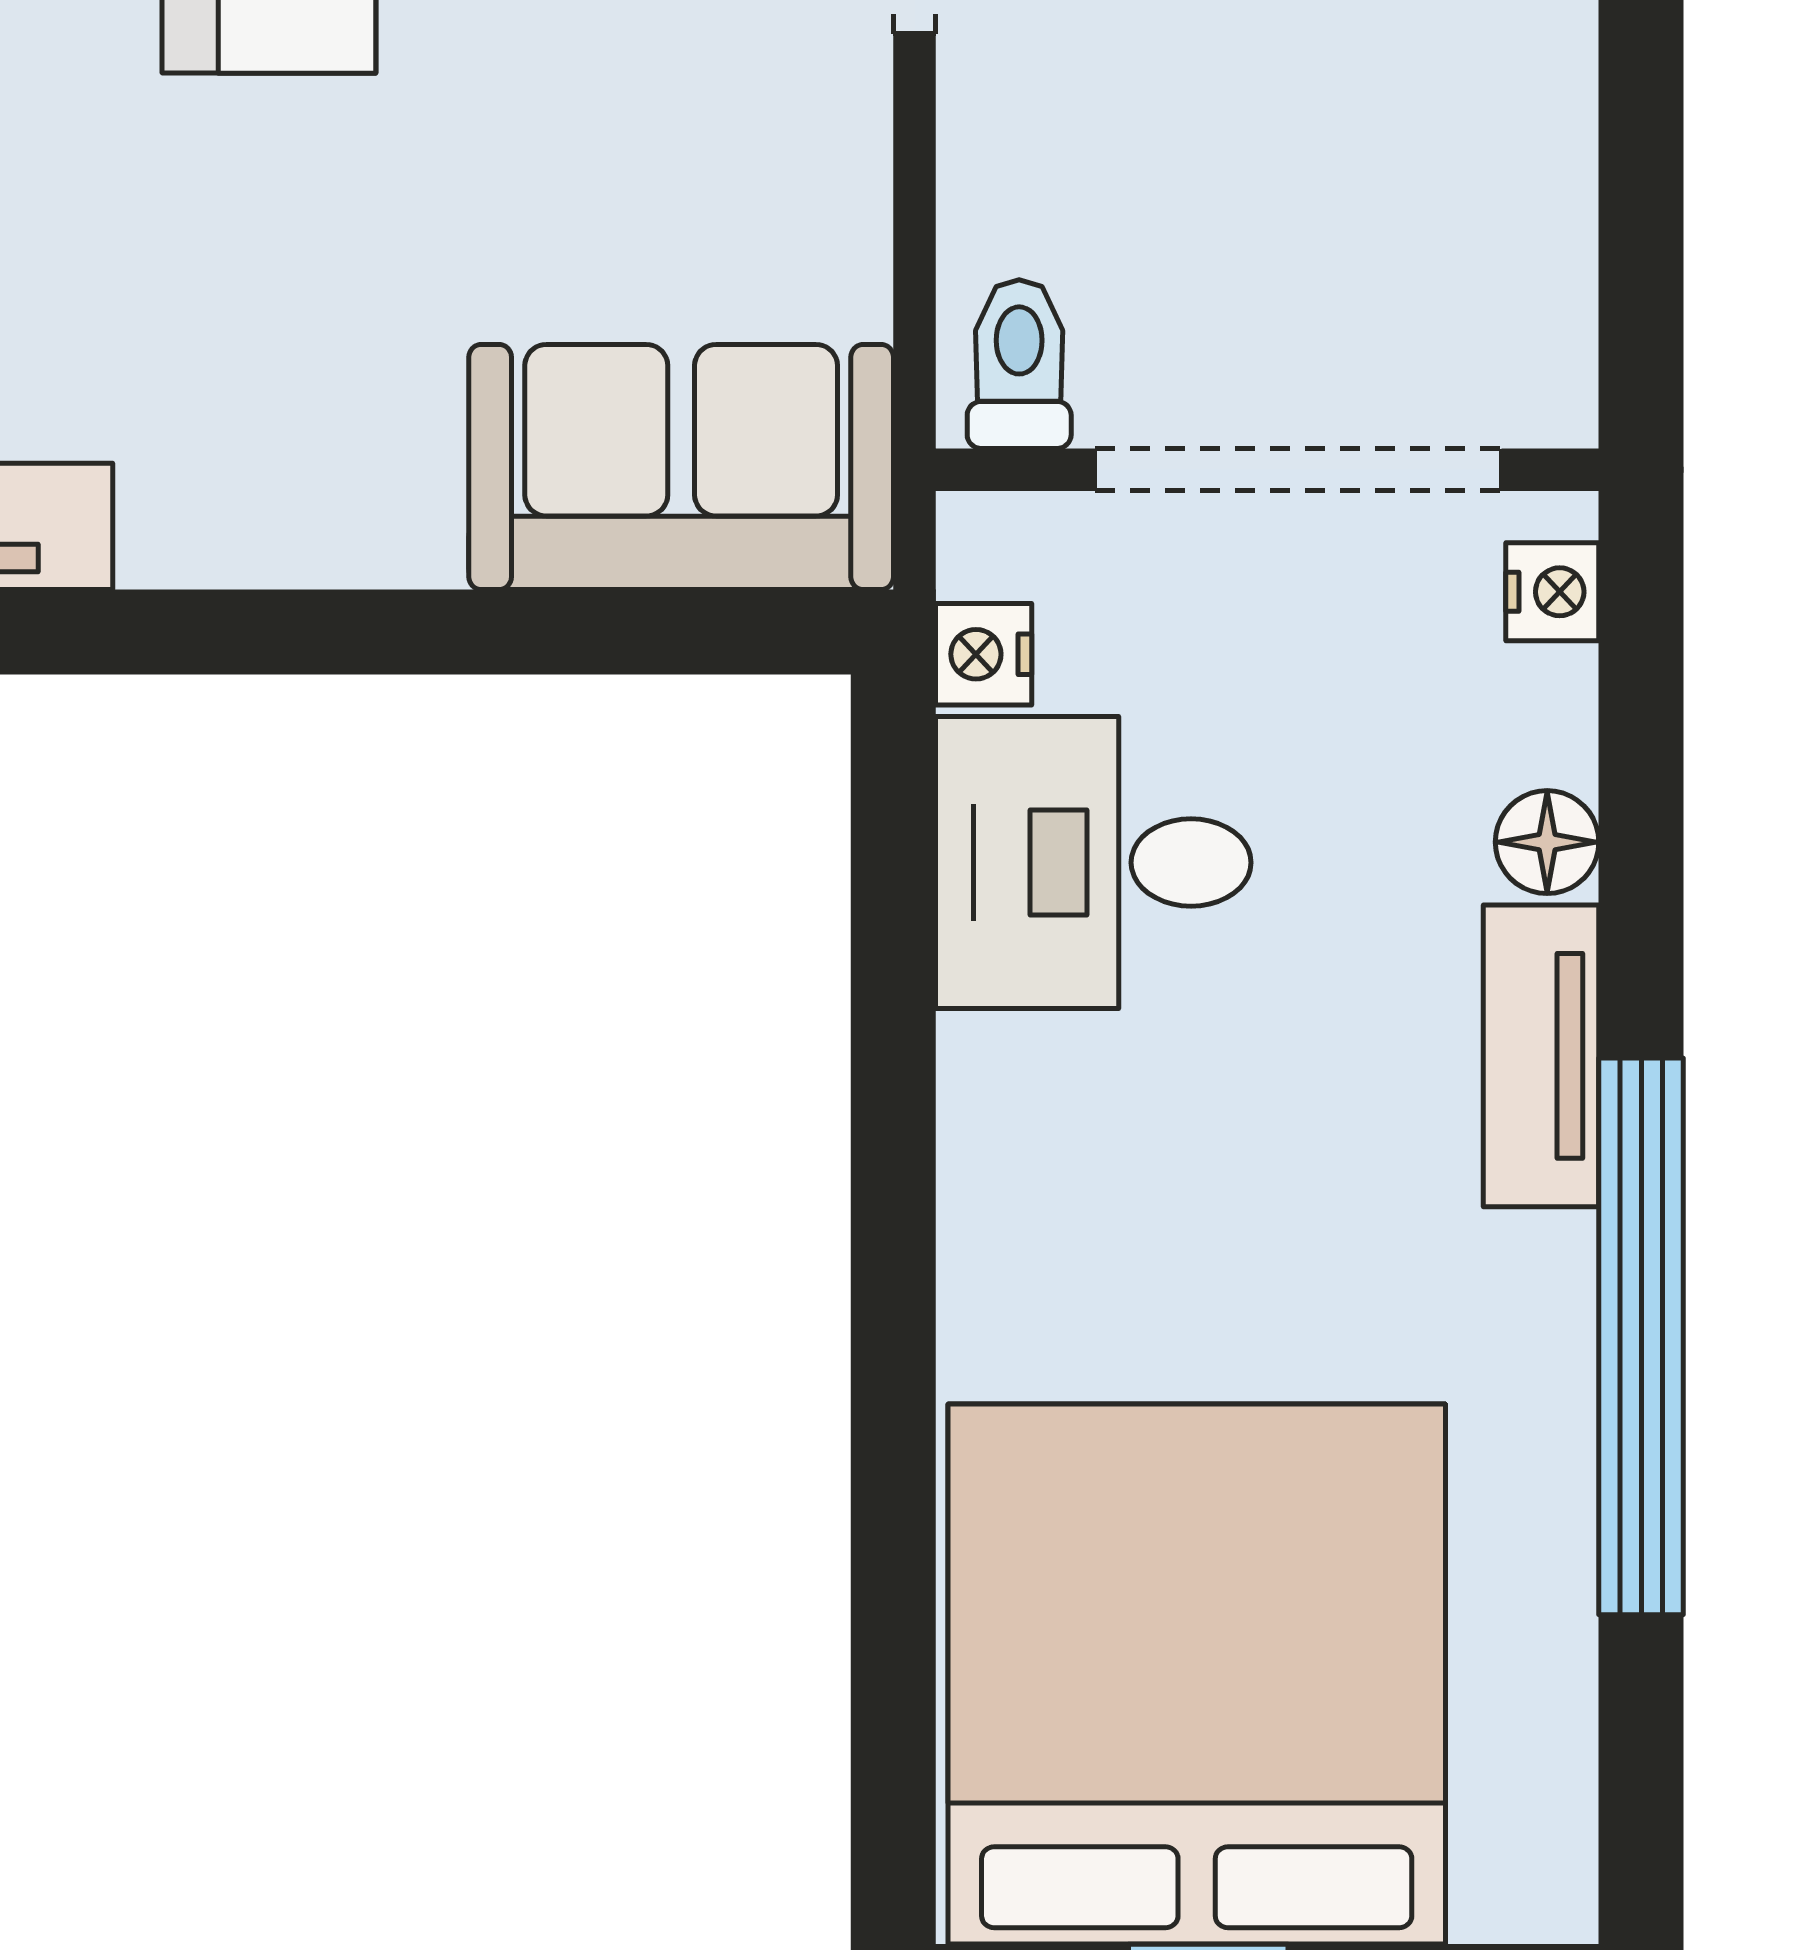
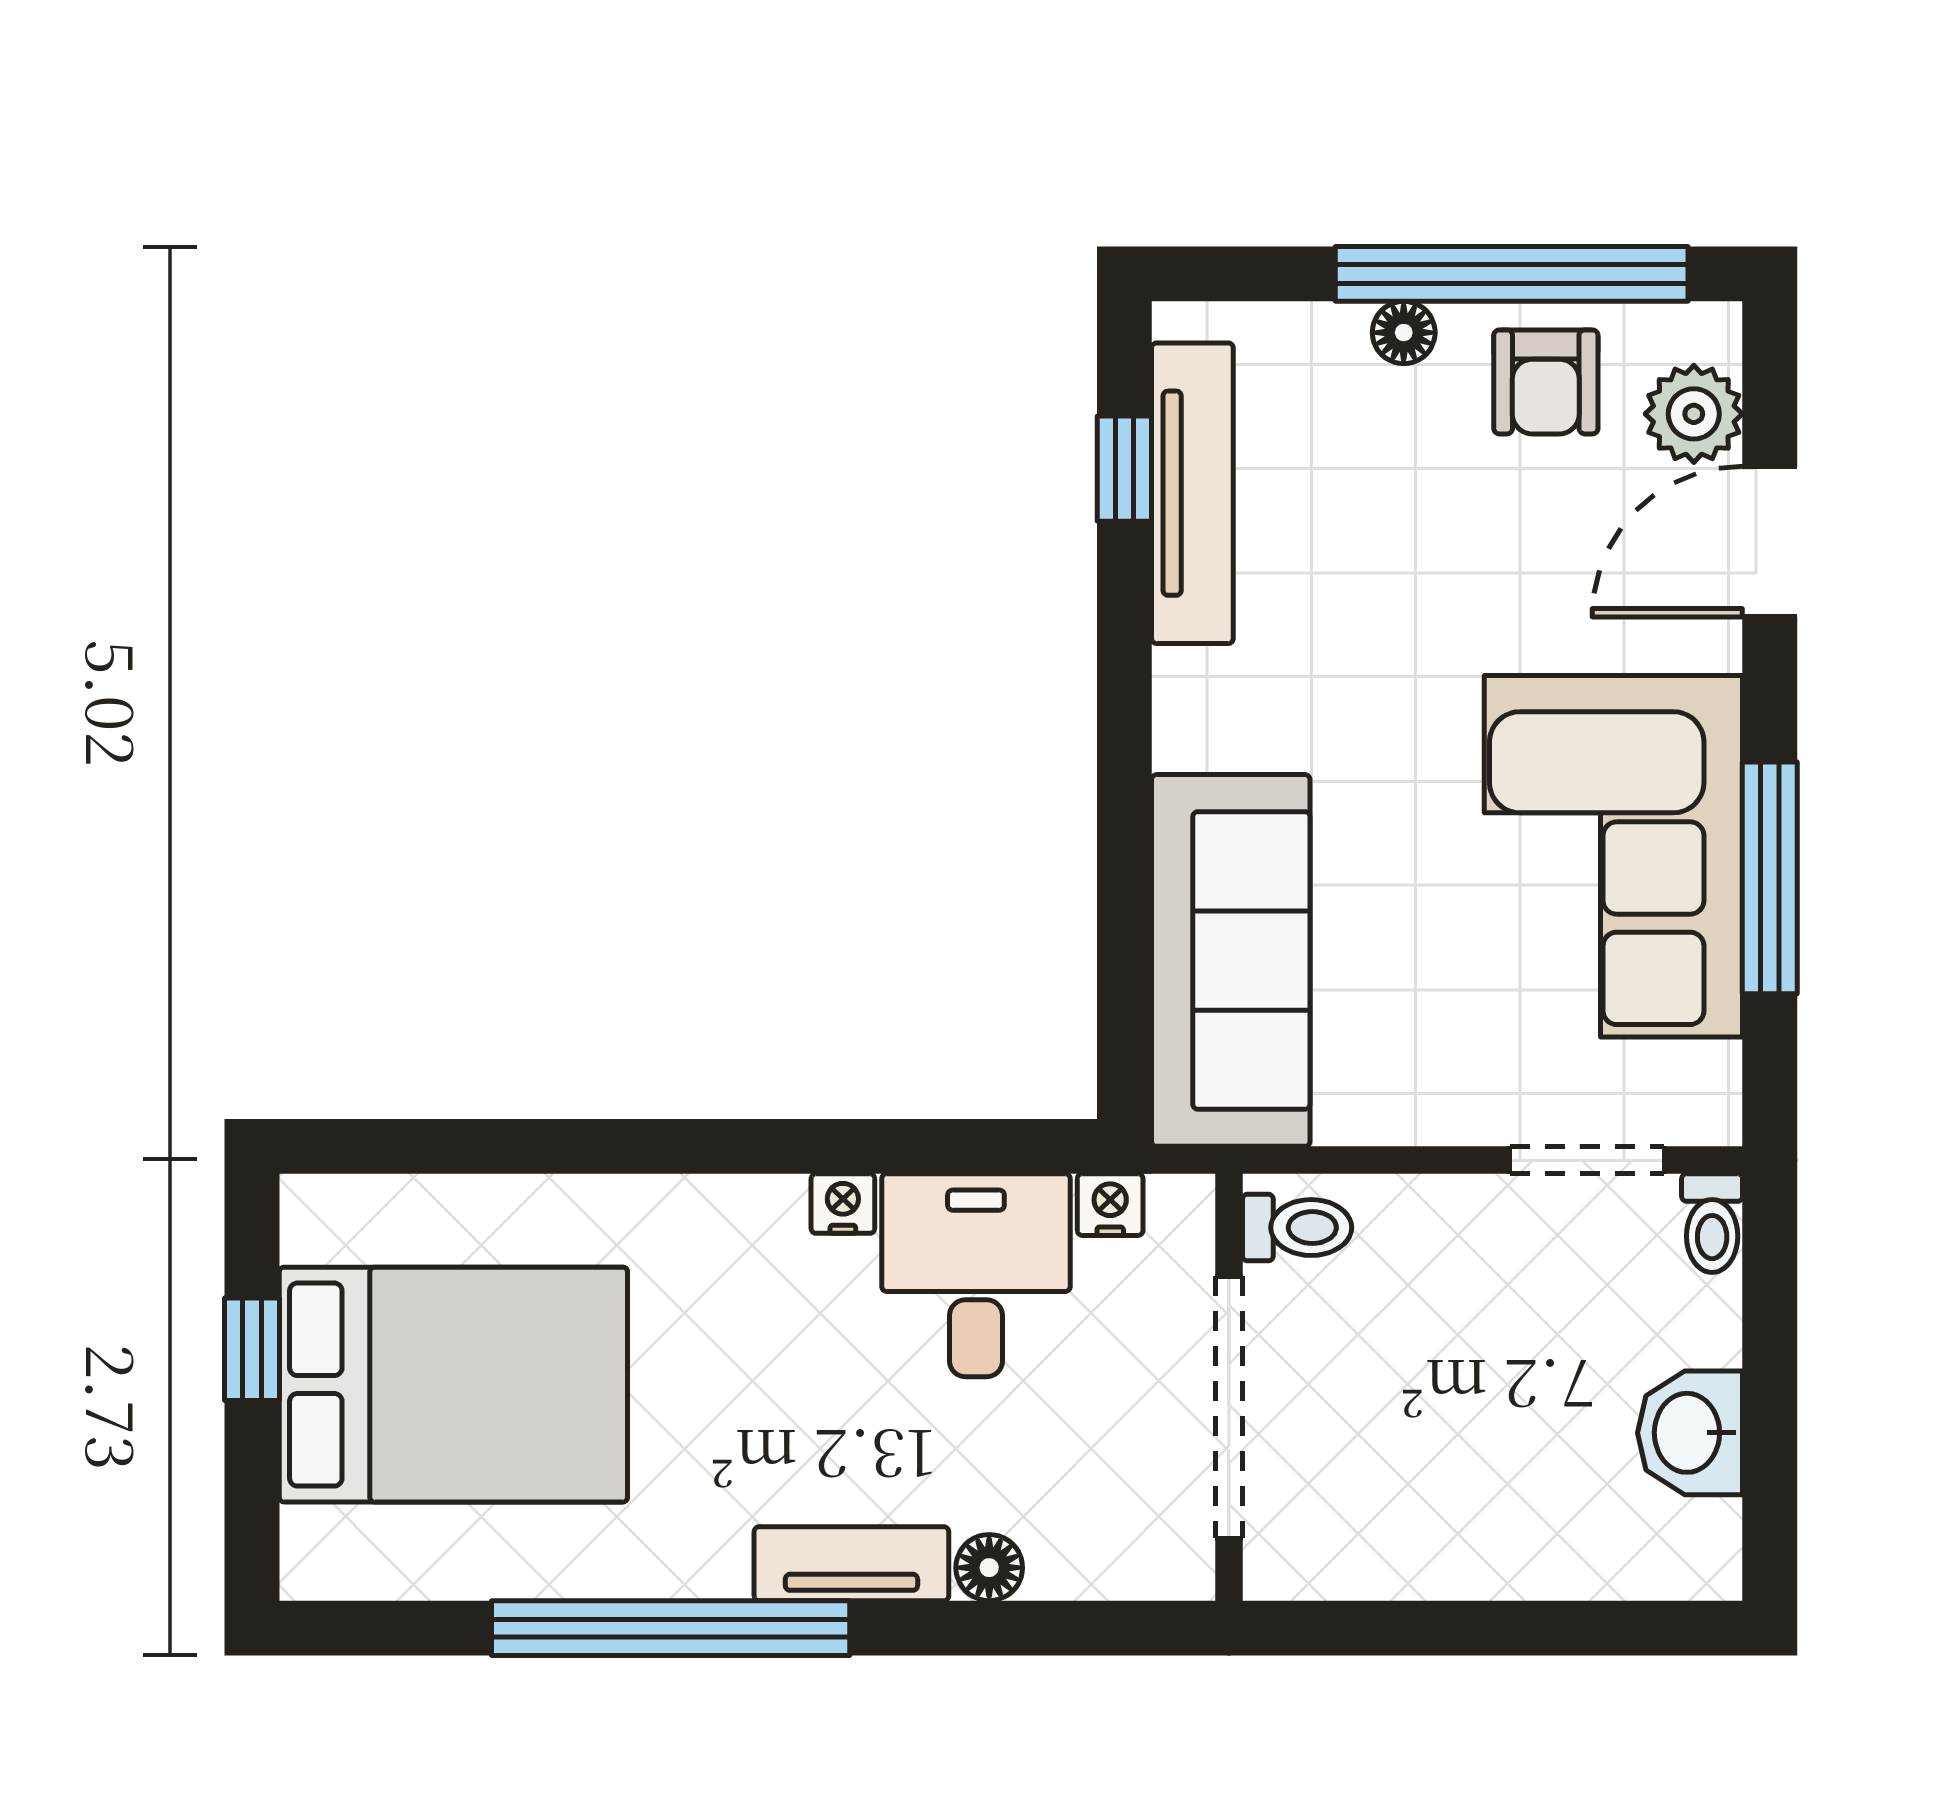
sofa: (681, 467) -> (1231, 960), width x1.36
nightstand: (1552, 592) -> (843, 1204), moved, turned 180
bed: (1197, 1674) -> (453, 1385), width x0.73

